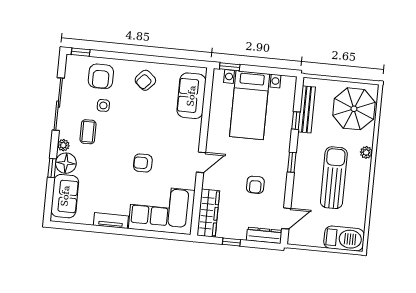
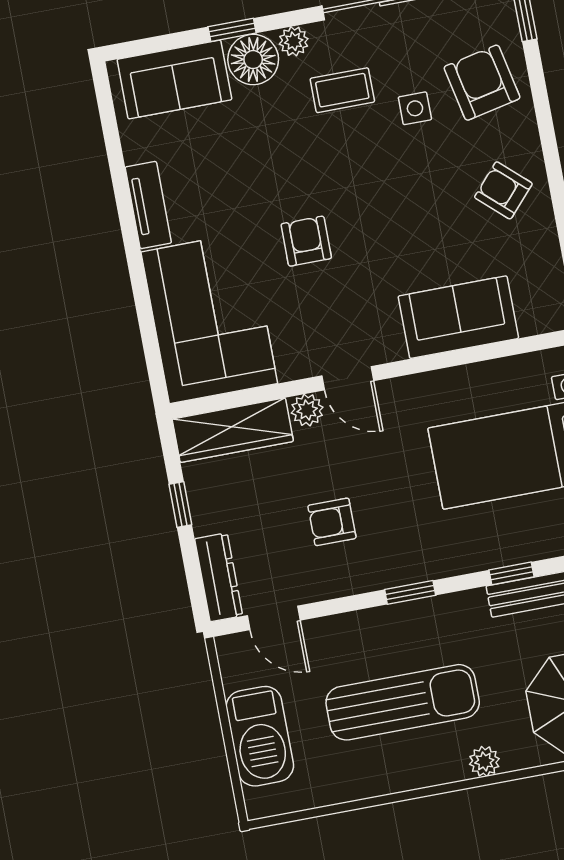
armchair: (101, 76) -> (482, 83), turned 78
sofa: (191, 96) -> (458, 317), moved
plant: (209, 182) -> (307, 410), added
barbecue: (344, 239) -> (260, 736), moved

